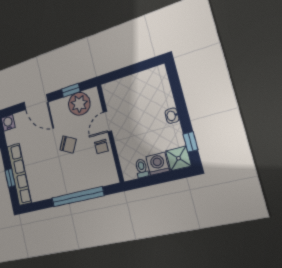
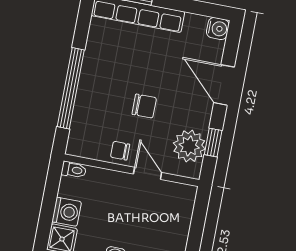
door: (36, 102) -> (224, 85), hinge flipped
chair: (68, 145) -> (144, 106), turned -118
toilet: (142, 168) -> (74, 170), moved

